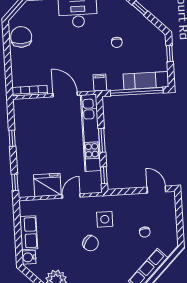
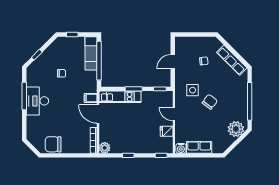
filing cabinet: (100, 83) -> (91, 98), moved
door: (65, 94) -> (98, 114), hinge flipped
plant: (21, 106) -> (105, 148), added
kitchen unit: (91, 133) -> (120, 97), width x0.73
fridge: (47, 185) -> (167, 131), width x0.53, depth x0.75
door: (156, 190) -> (173, 62), moved
water cooler: (29, 257) -> (181, 148), moved

